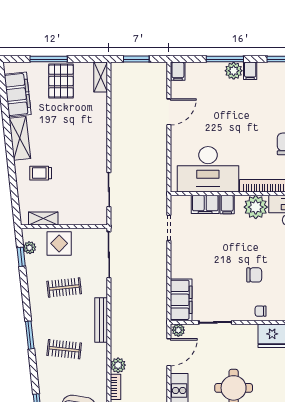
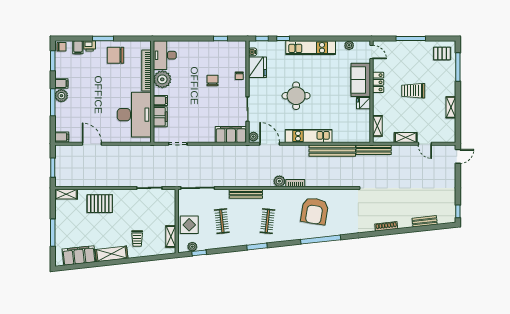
pallet: (61, 81) -> (100, 204), moved

